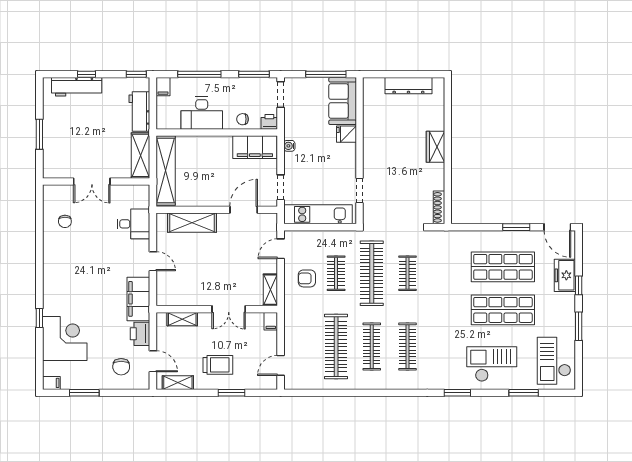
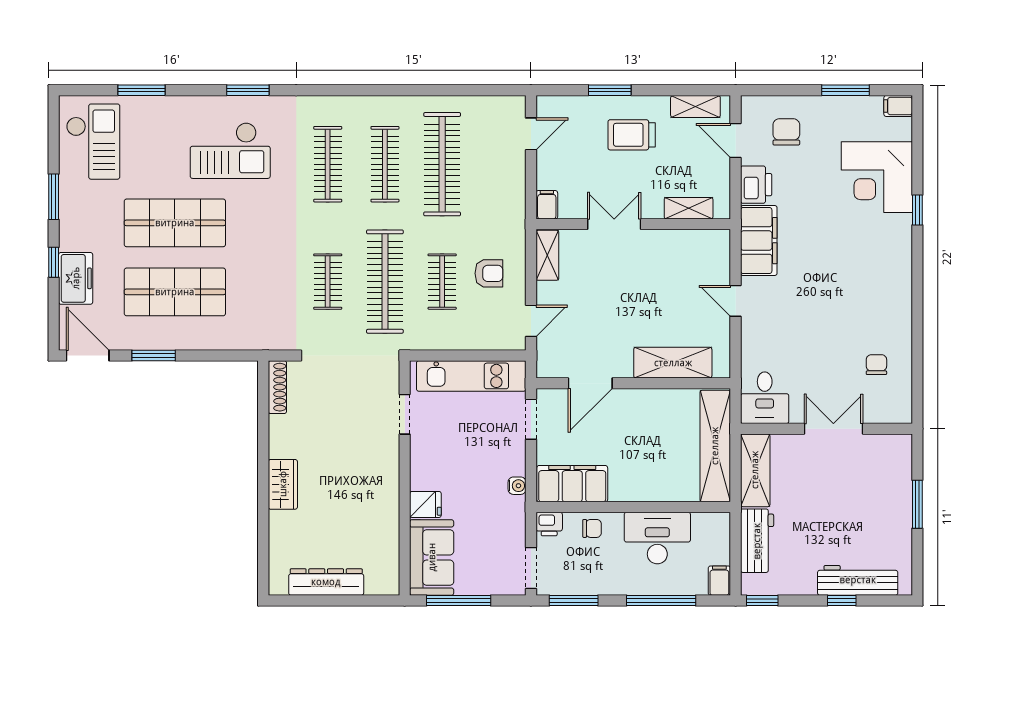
desk: (134, 224) -> (765, 398), moved, turned -90
checkout: (492, 364) -> (230, 151), moved

